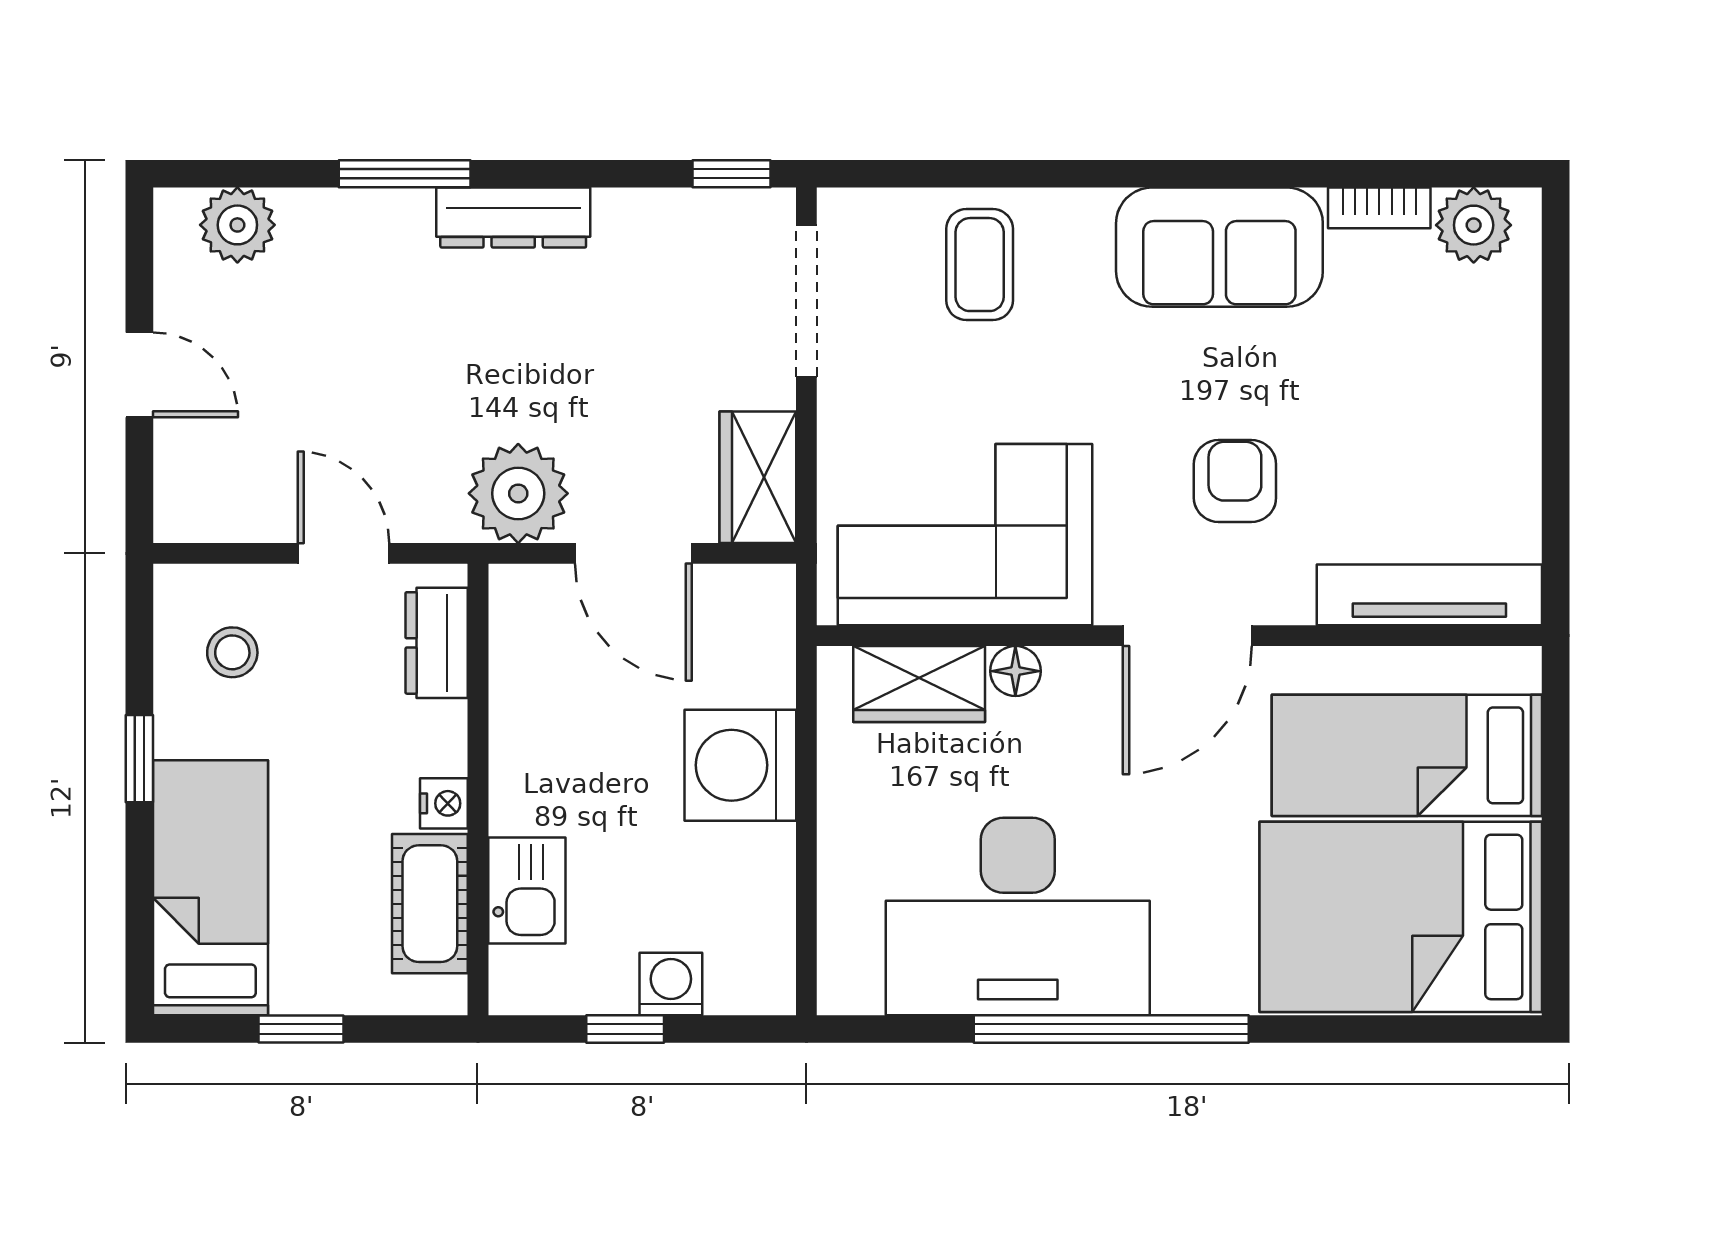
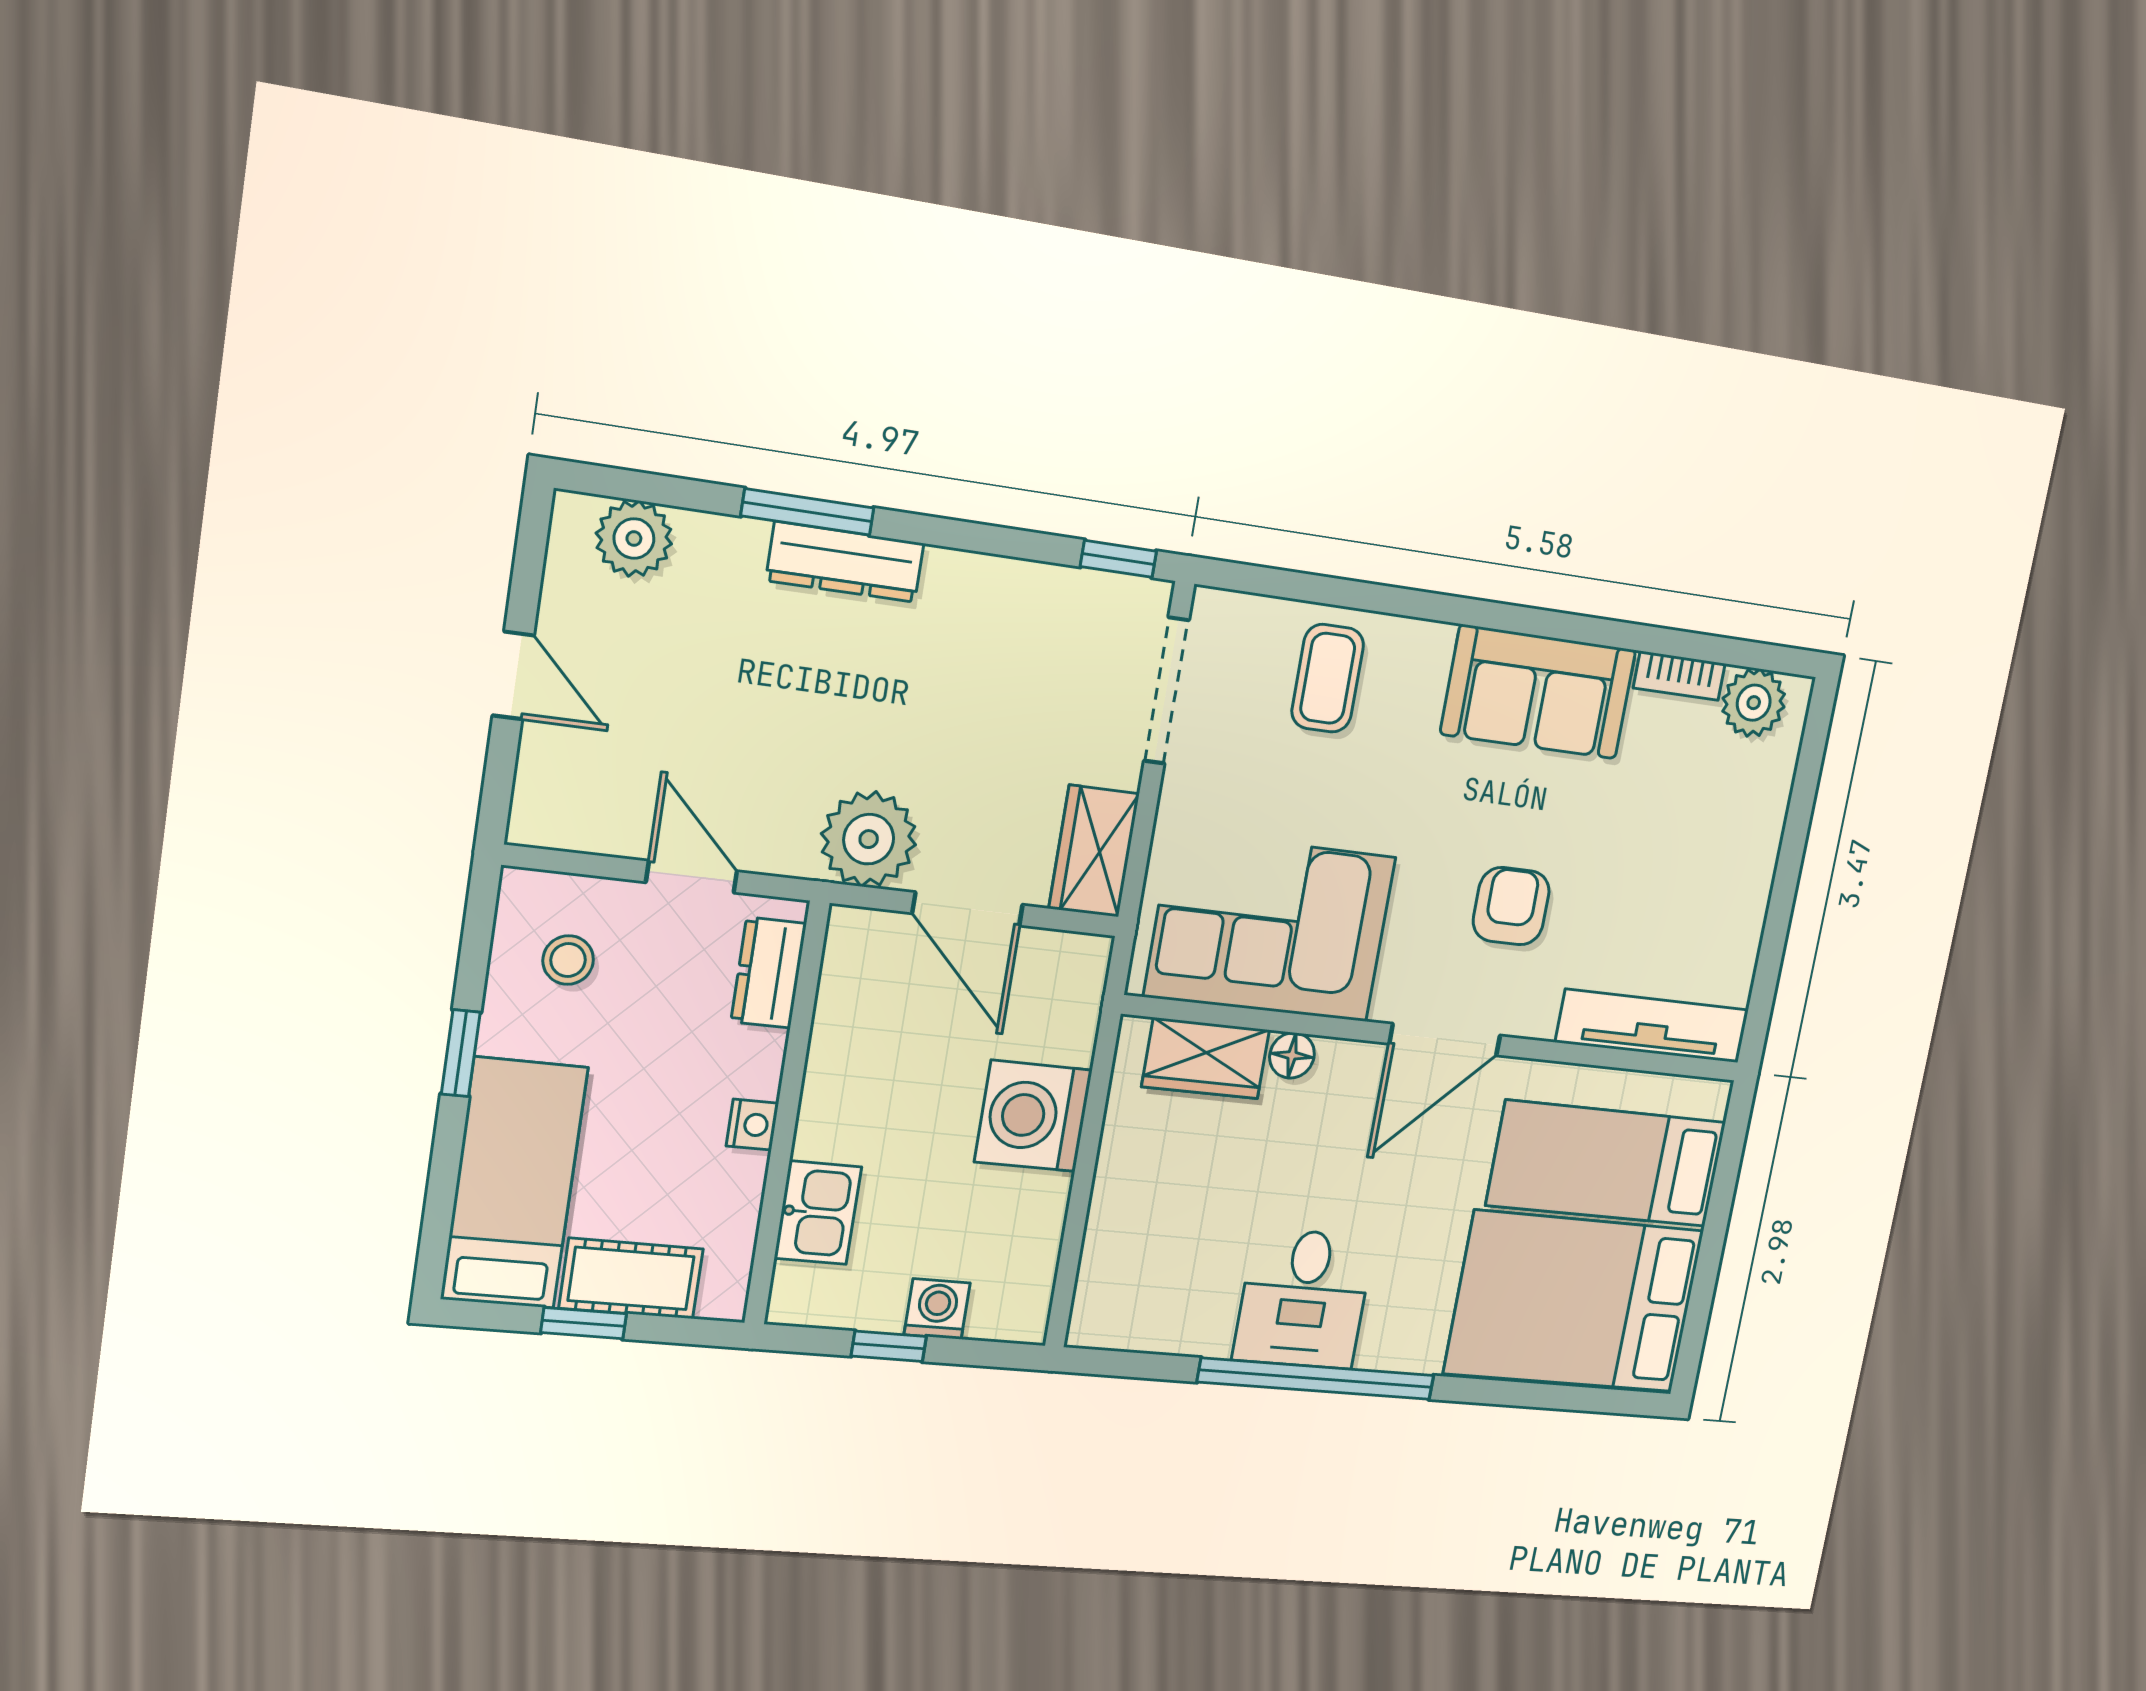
dresser: (513, 218) -> (845, 562), moved
cot: (430, 904) -> (631, 1278), moved, turned 90
desk: (1018, 917) -> (1304, 1299), width x0.53, depth x0.77

